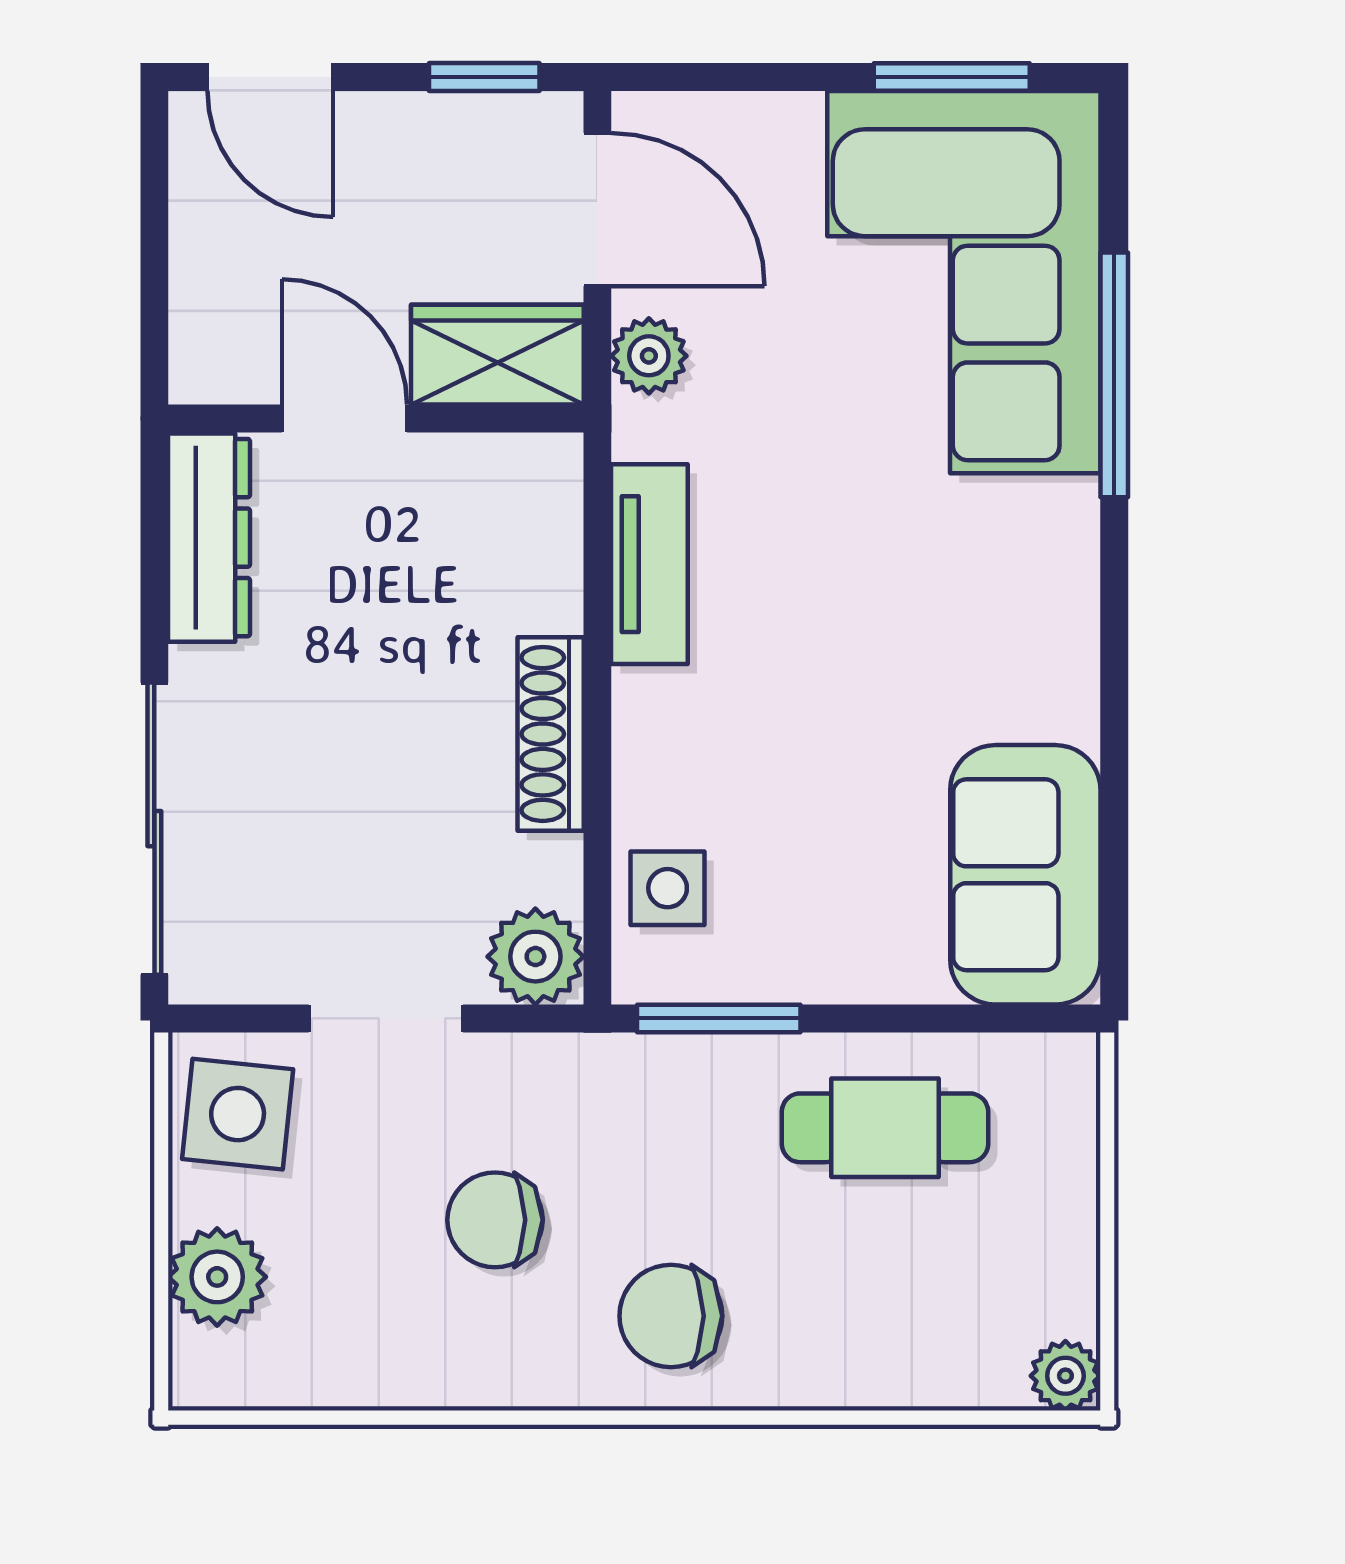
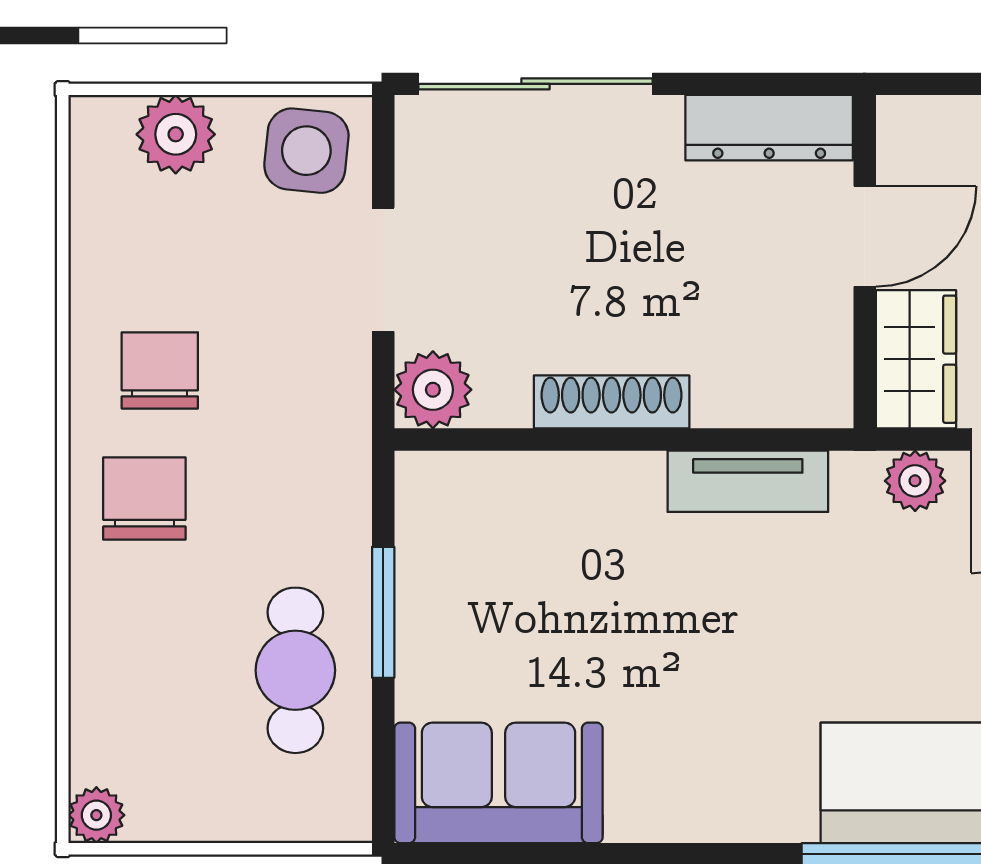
side table: (668, 888) -> (488, 496), removed
window: (719, 1018) -> (383, 612), moved
chair: (495, 1220) -> (160, 370), moved

